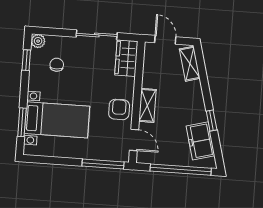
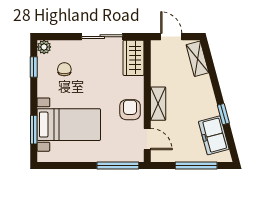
window: (181, 170) -> (196, 165), width x0.68

